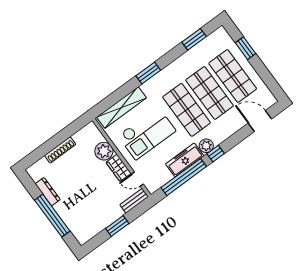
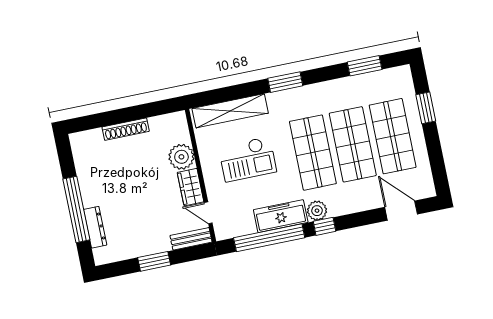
checkout: (147, 133) -> (248, 159), width x0.73, depth x0.83
dresser: (48, 192) -> (95, 227), moved

